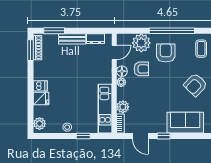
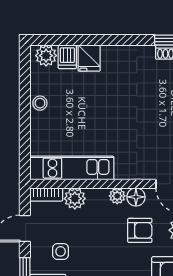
armchair: (141, 69) -> (140, 230), turned -90
dishwasher: (40, 86) -> (67, 57), moved
side table: (154, 115) -> (61, 251), added
window: (83, 136) -> (25, 131), removed

